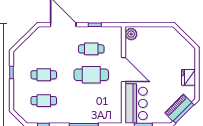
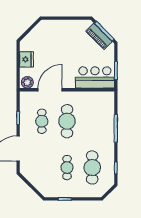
door: (123, 70) -> (50, 90), moved
fridge: (188, 77) -> (26, 59), moved, turned -90
cafe table: (44, 101) -> (92, 168), width x1.37, depth x1.35

